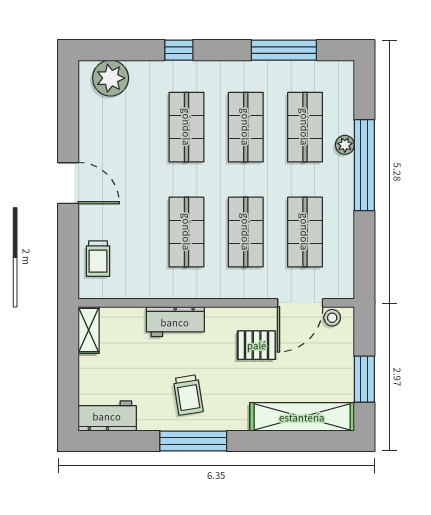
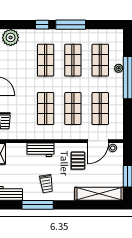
window: (284, 50) -> (71, 25), moved
pallet: (257, 345) -> (78, 161), turned 90
window: (193, 441) -> (38, 205), moved

